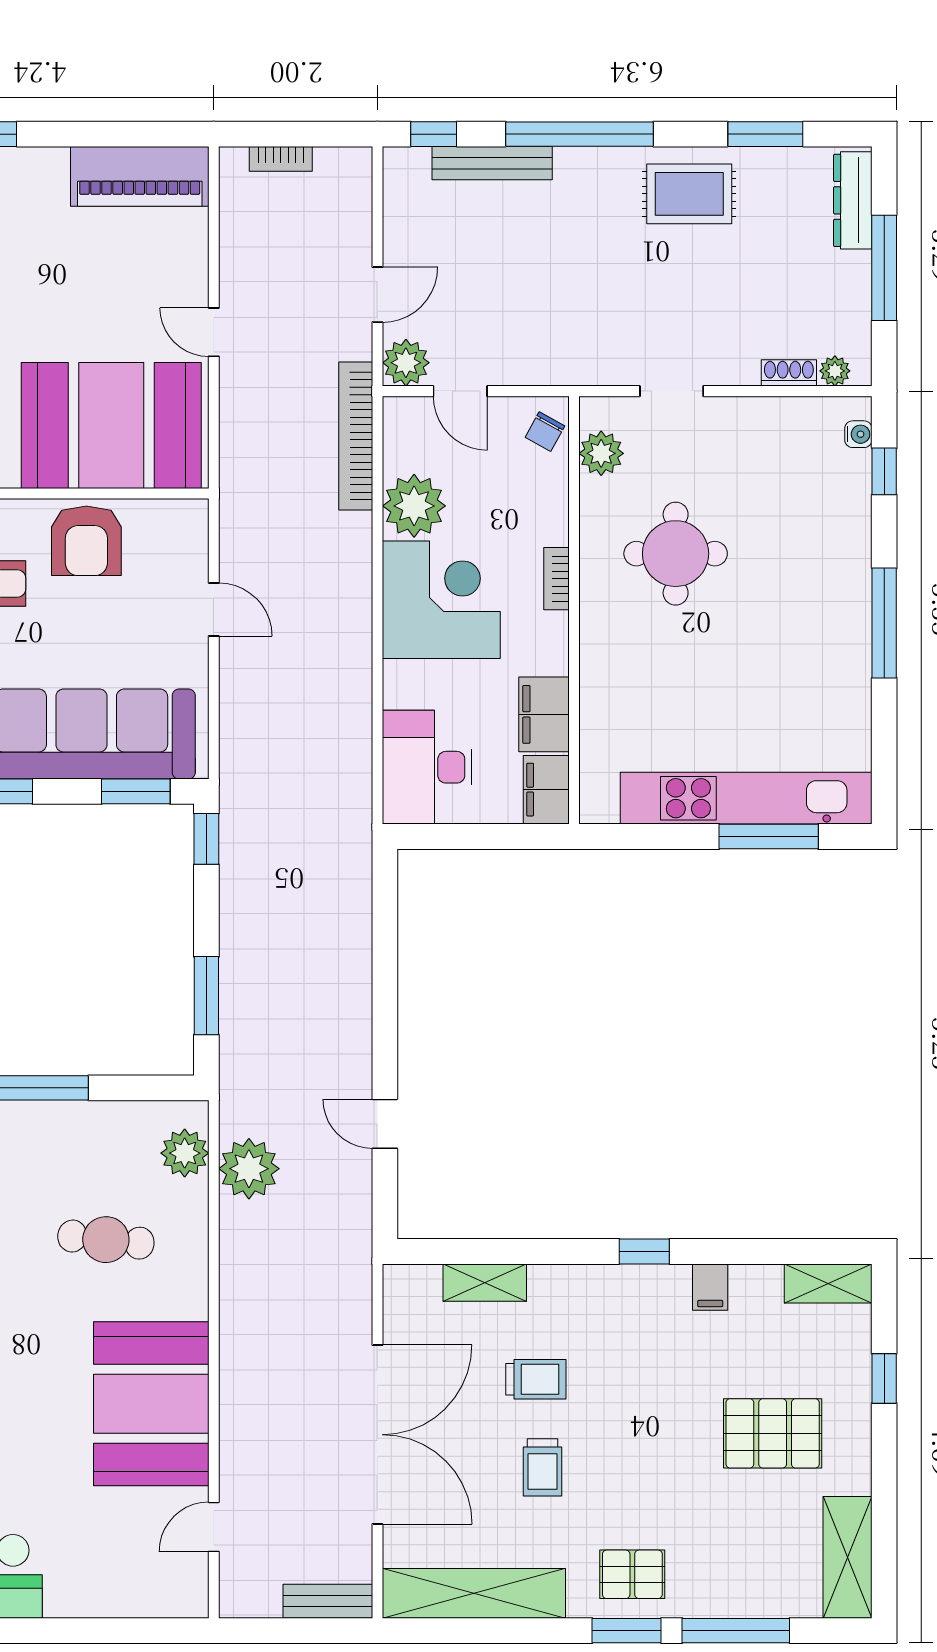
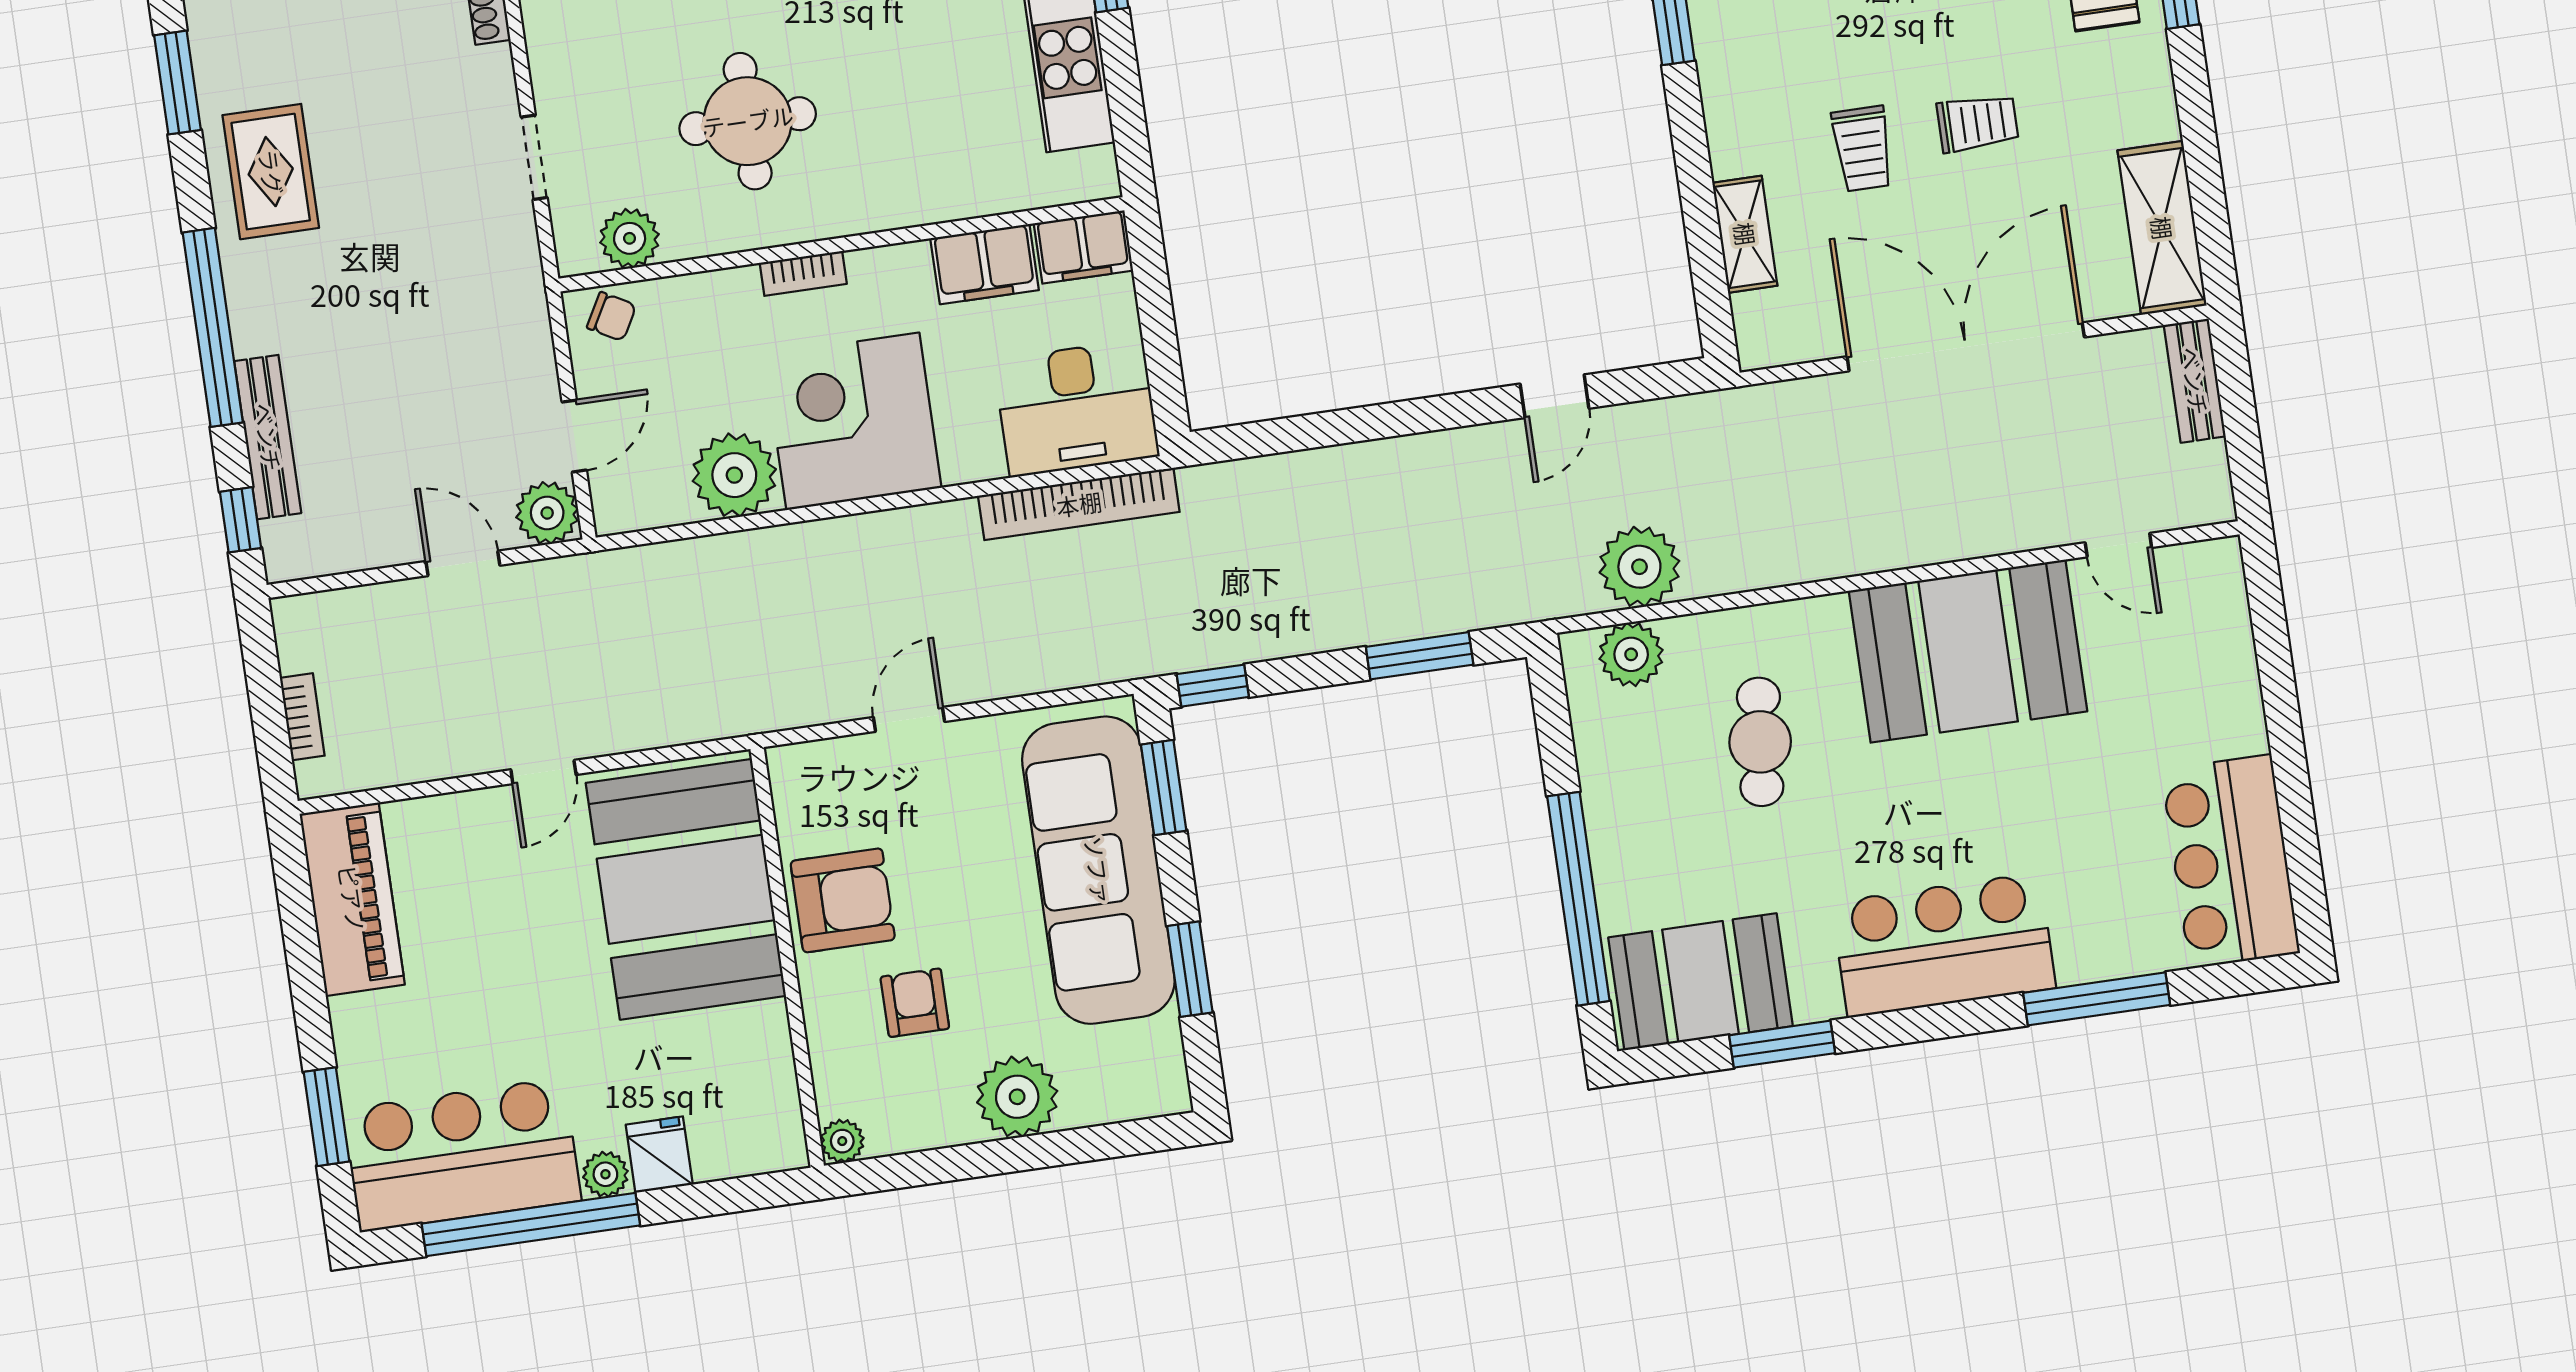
bookcase: (356, 436) -> (1079, 504), moved
trolley: (536, 1379) -> (1863, 149), turned 180
shelving: (474, 1593) -> (2162, 228), width x0.68

